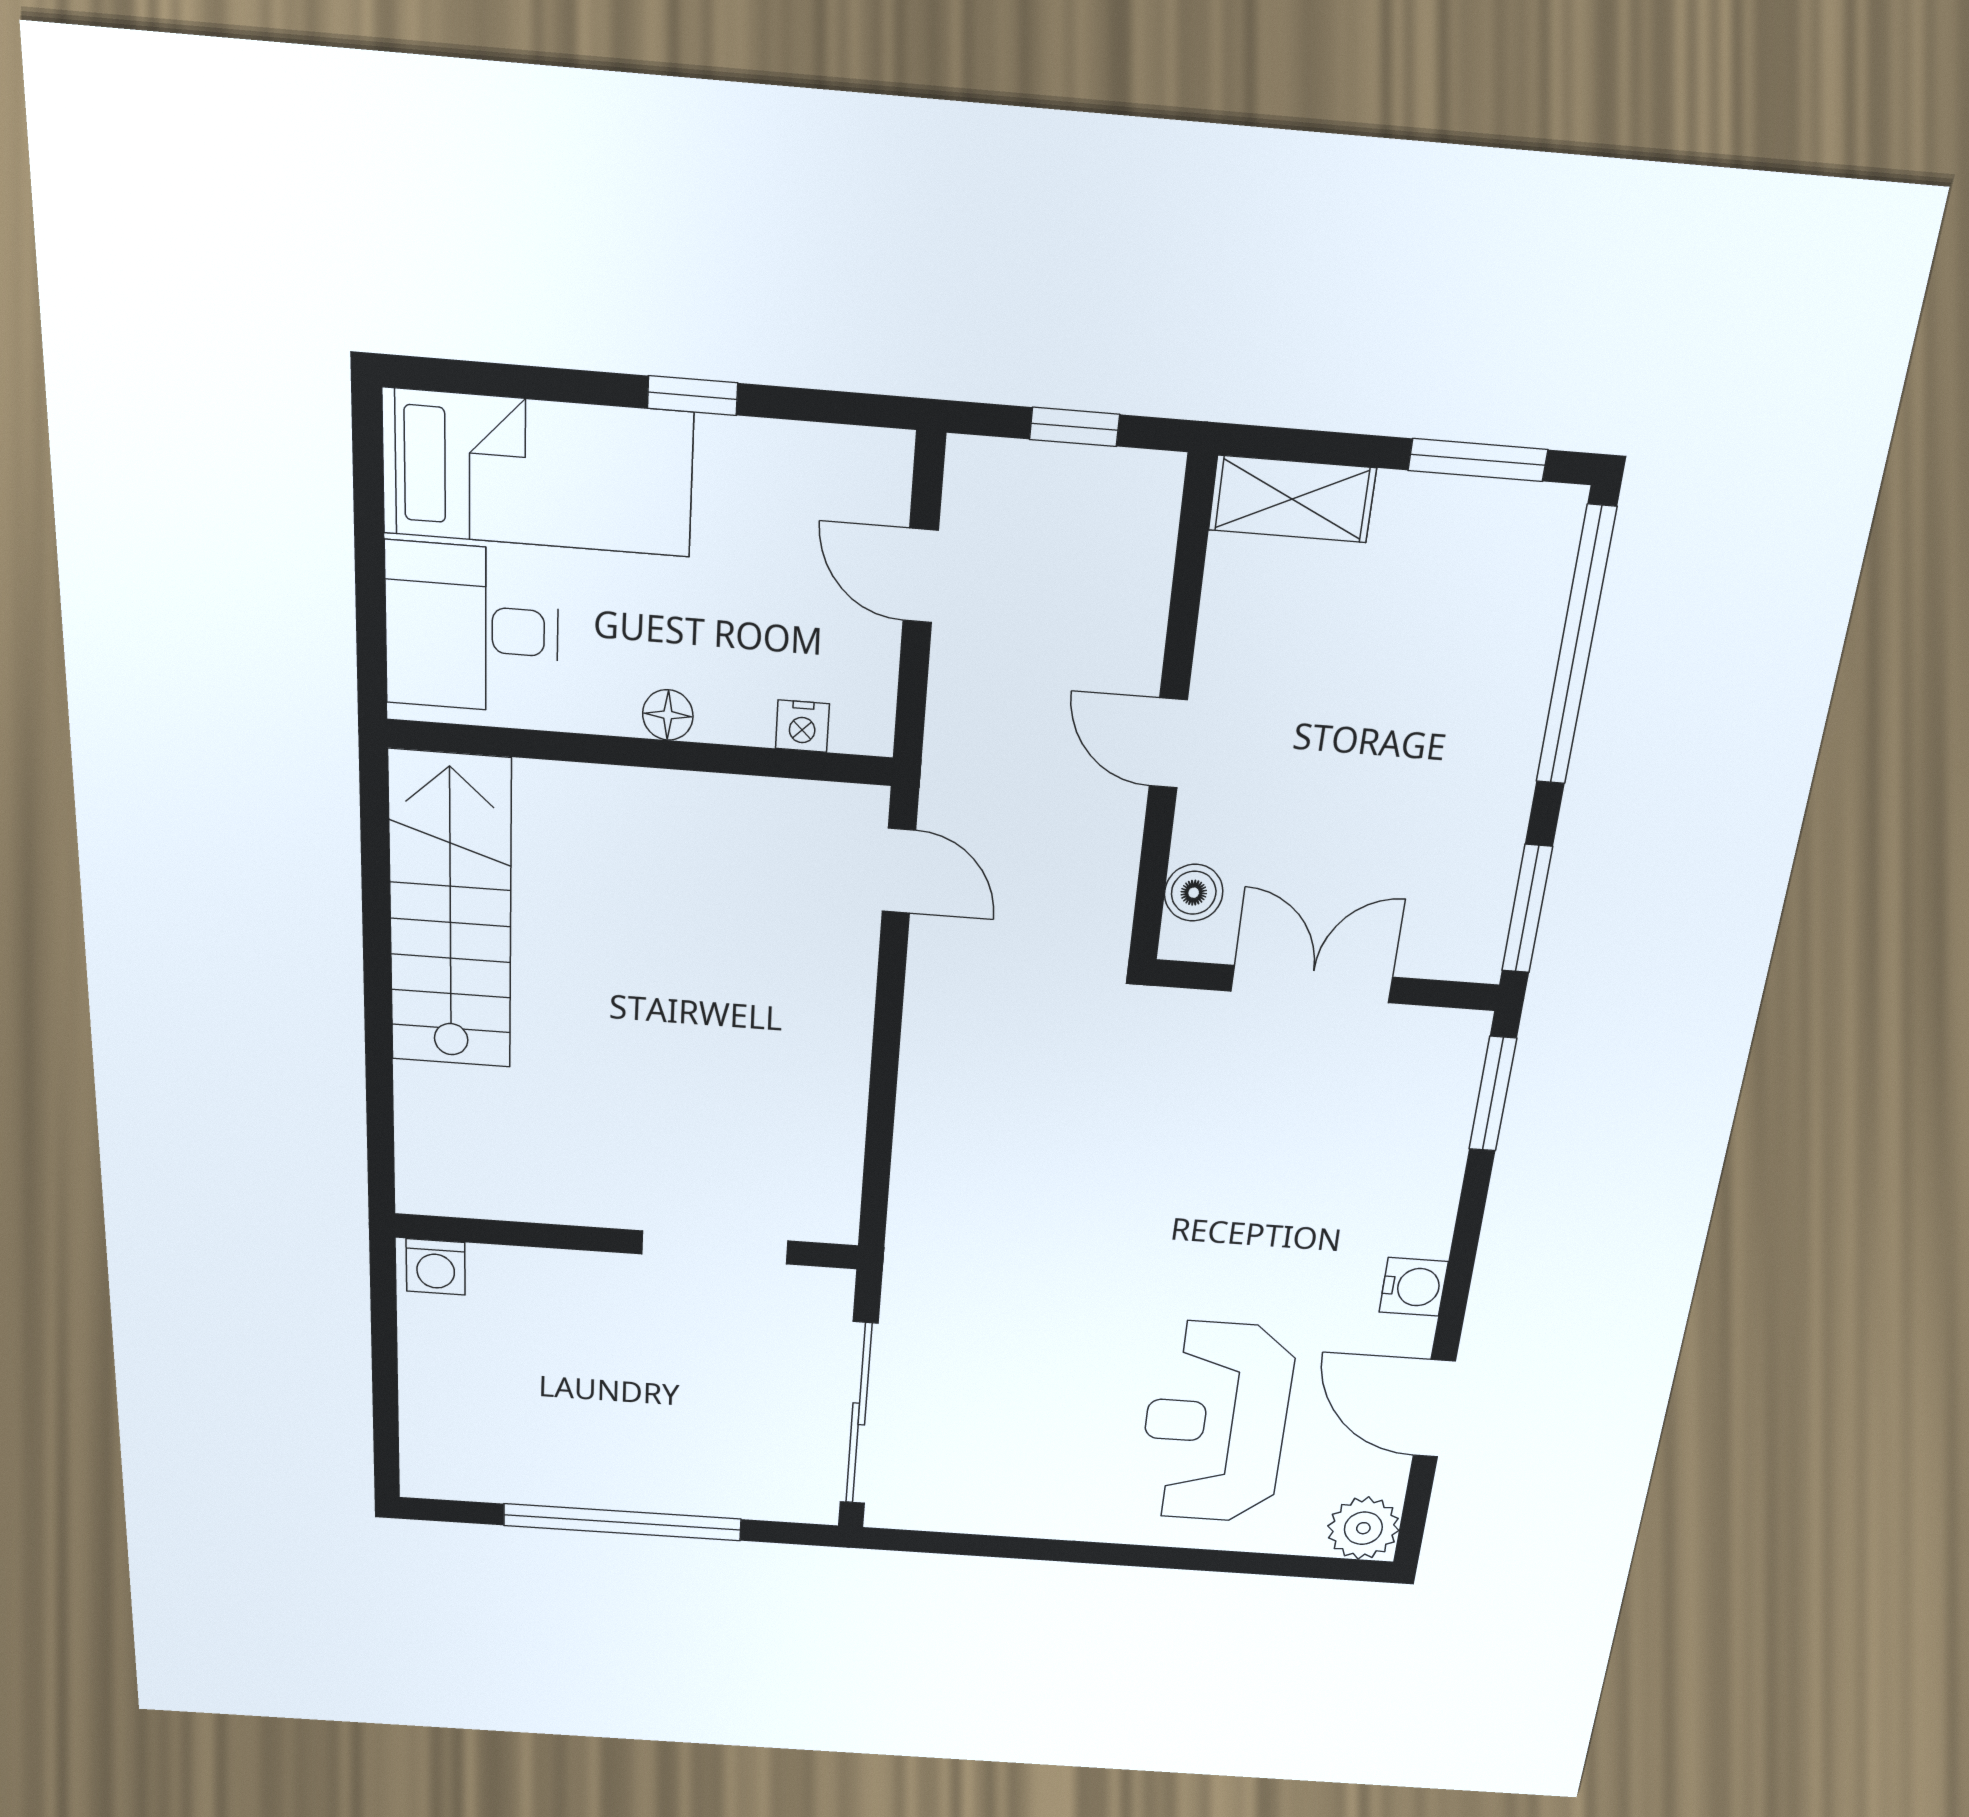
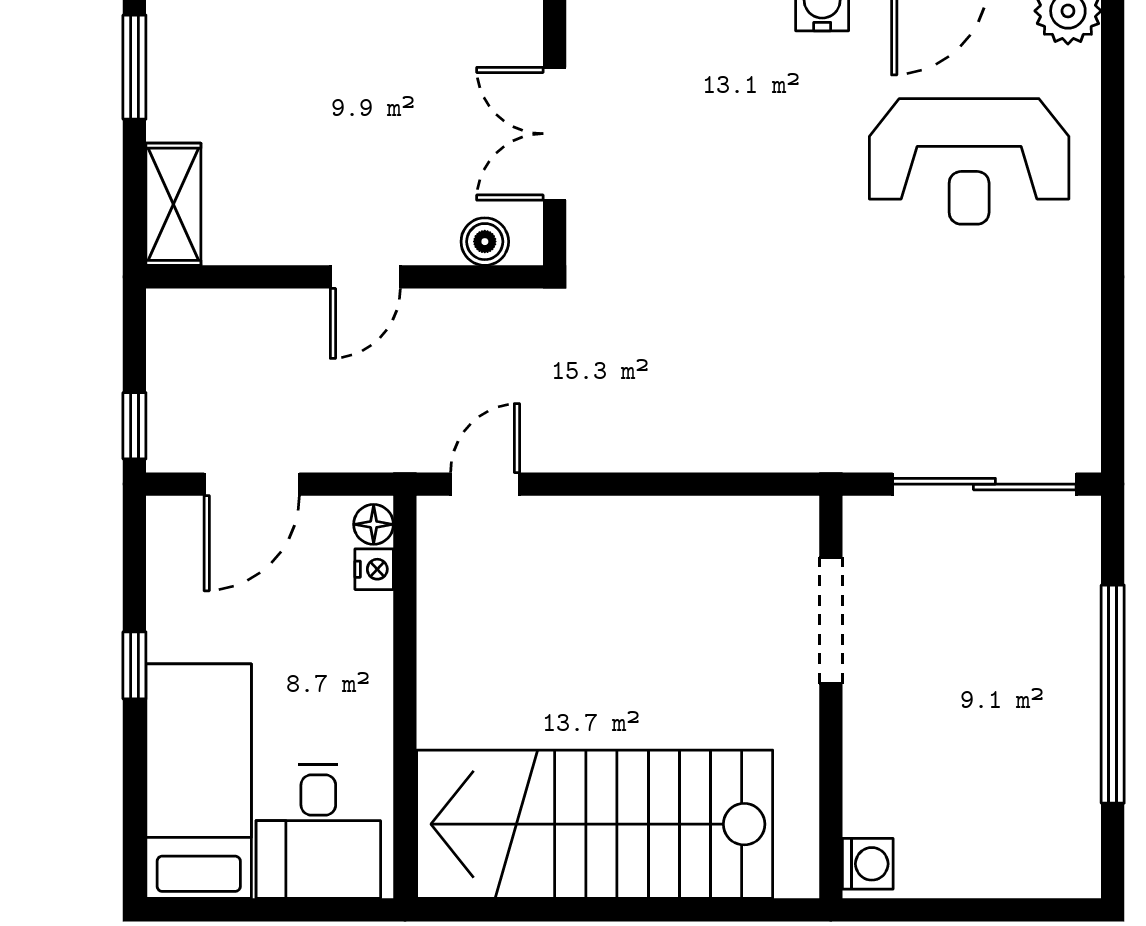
window: (1075, 427) -> (134, 426), moved
door: (921, 576) -> (252, 484), width x1.37
floor lamp: (668, 715) -> (374, 524), moved
stairs: (450, 912) -> (595, 824), width x1.36, depth x1.51

